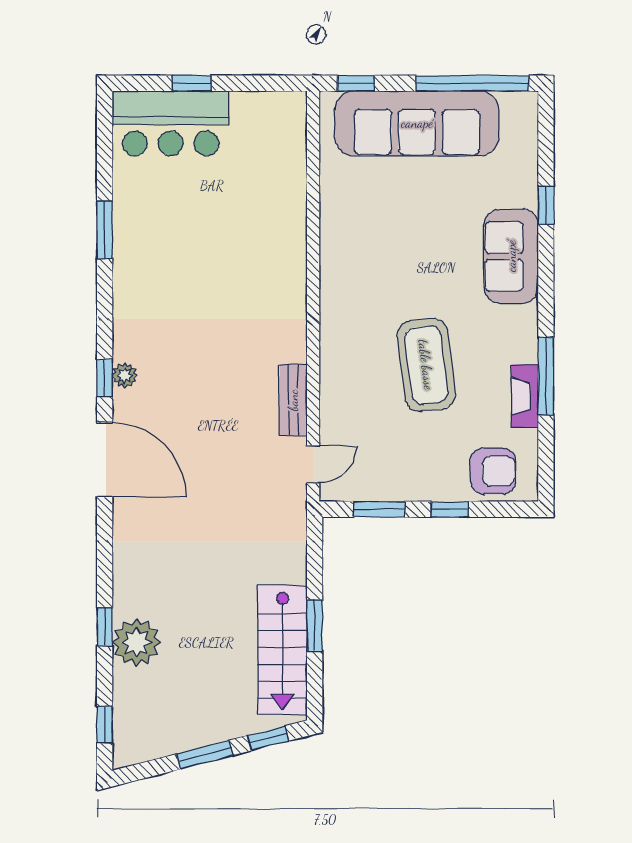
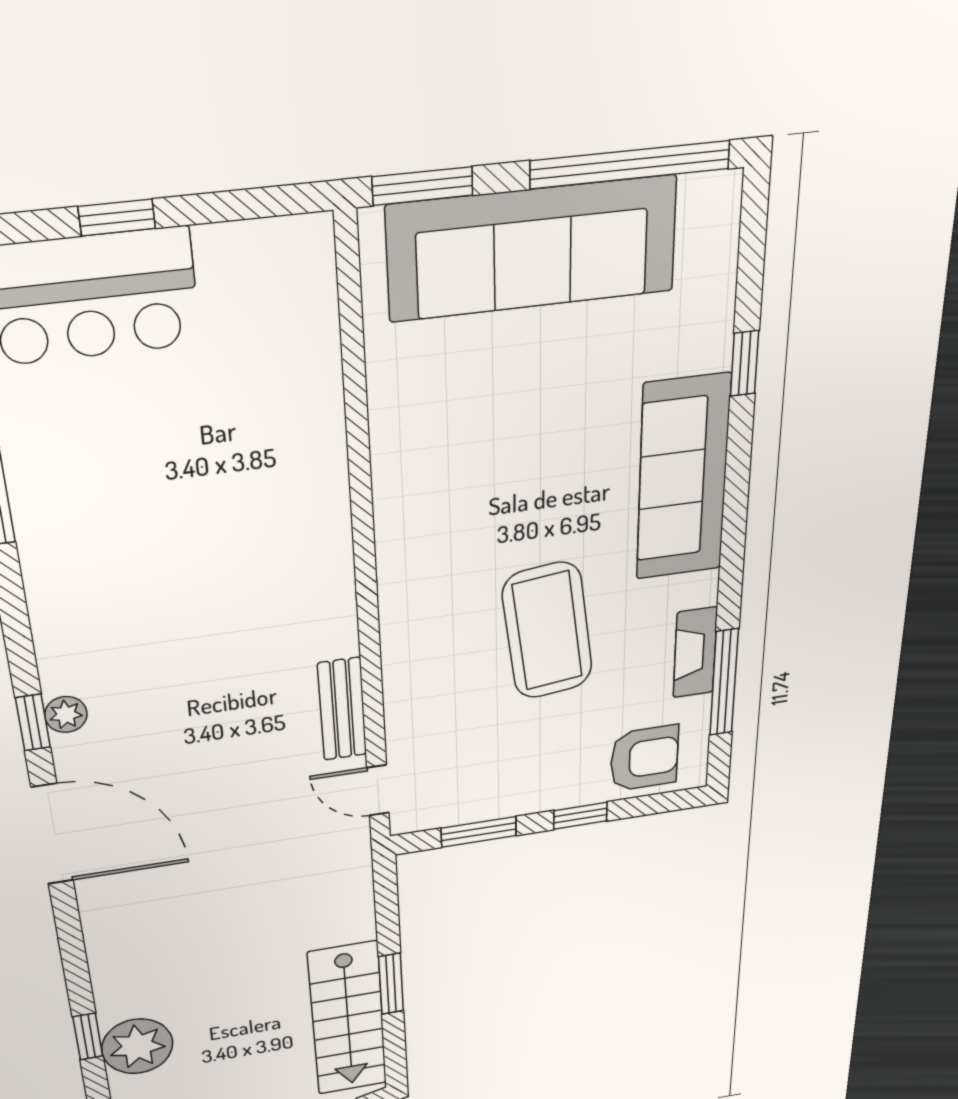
window: (356, 83) -> (423, 186), width x1.50
sofa: (511, 256) -> (683, 478), width x1.36
window: (546, 376) -> (724, 682), moved
door: (313, 464) -> (378, 790), swing flipped

